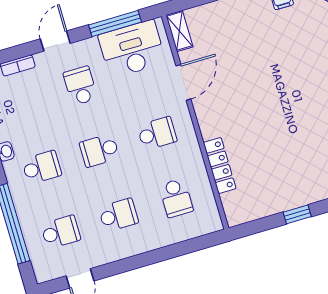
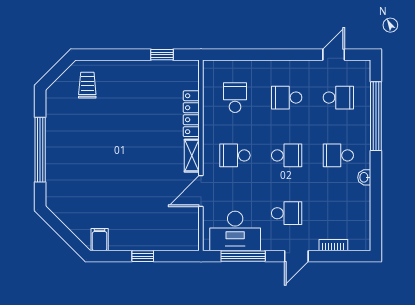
shelving: (179, 31) -> (192, 156), moved
school desk: (80, 86) -> (287, 213), turned -90
window: (297, 214) -> (162, 55), moved
school desk: (61, 232) -> (338, 98), turned 180

